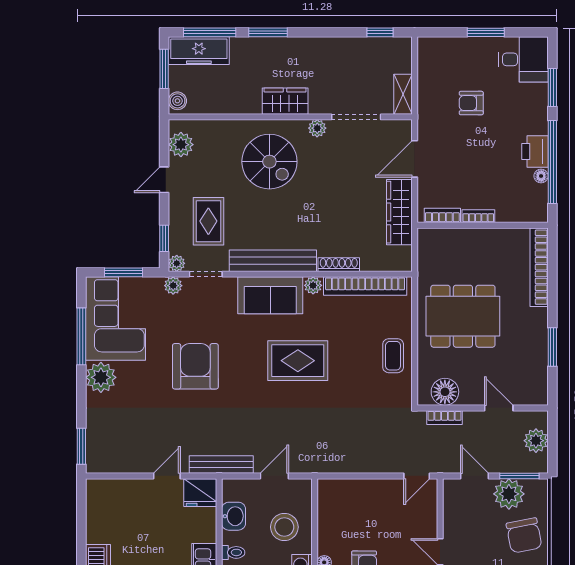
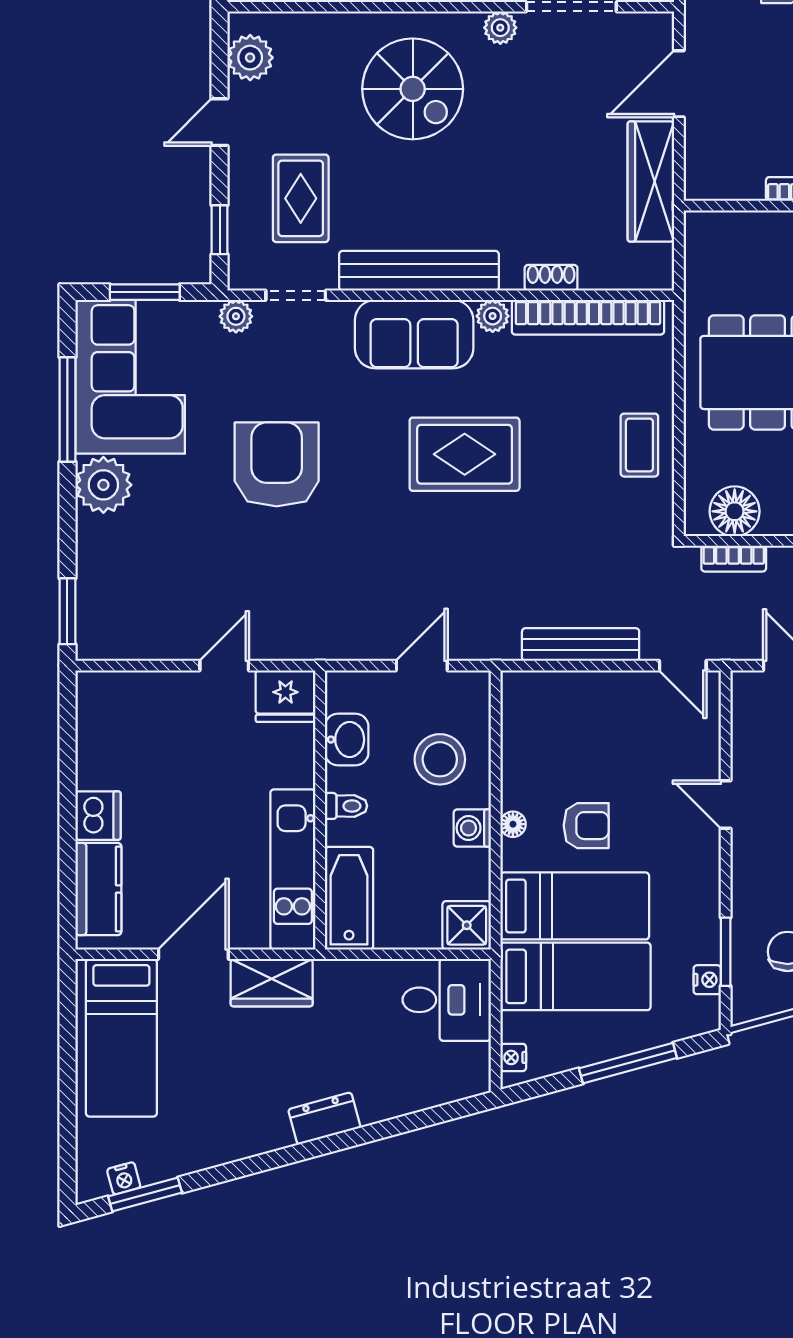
bookcase: (442, 215) -> (730, 188), removed
plant: (177, 263) -> (242, 276), removed
shoe rack: (339, 265) -> (551, 278), width x0.70
bench: (221, 464) -> (581, 645), moved
door: (417, 476) -> (683, 666), hinge flipped

